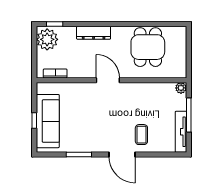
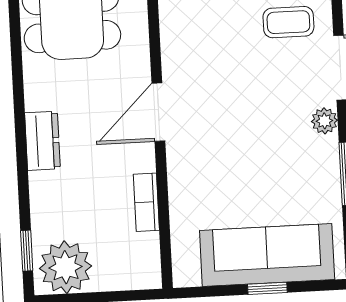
dresser: (94, 33) -> (43, 141), width x0.70
bookcase: (55, 73) -> (146, 202), moved
plant: (101, 147) -> (324, 121), added

